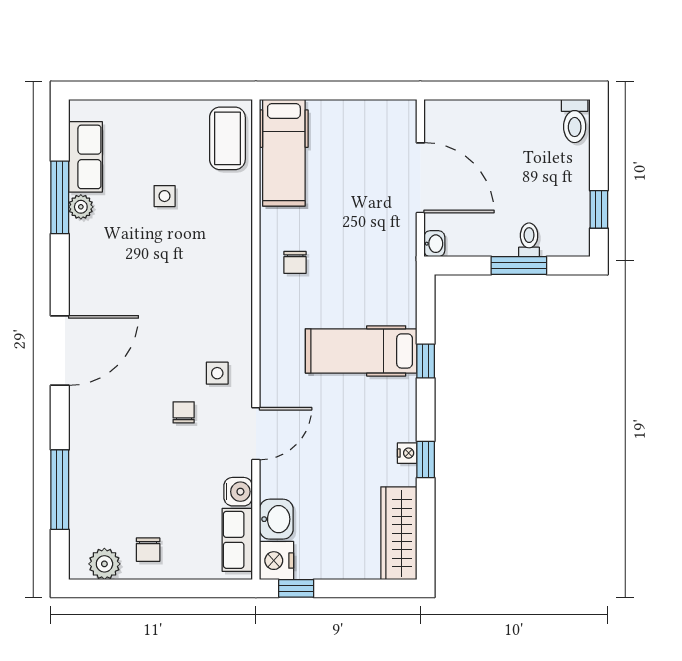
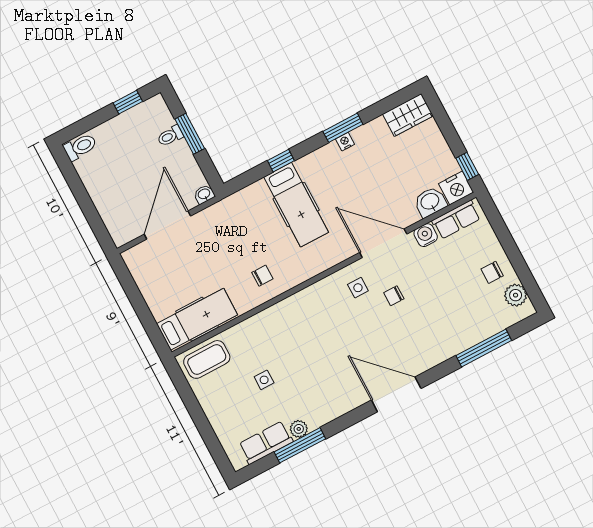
door: (256, 434) -> (383, 243), width x1.36
window: (426, 460) -> (343, 128), width x1.50
wardrobe: (399, 533) -> (408, 115), width x0.67
chair: (148, 550) -> (492, 272), turned 180

